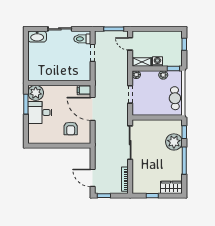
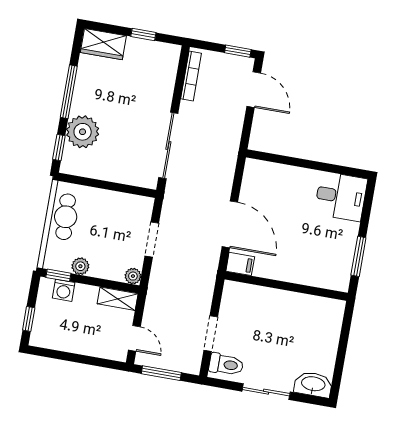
washing machine: (157, 61) -> (64, 290), moved
plant: (36, 93) -> (335, 275), removed
desk: (40, 112) -> (341, 196), moved
armchair: (71, 128) -> (279, 194), removed

